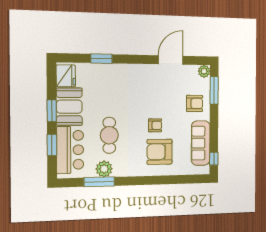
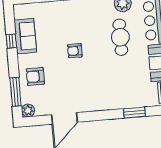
sofa: (201, 143) -> (25, 36), width x0.73
armchair: (160, 152) -> (68, 24), removed
window: (214, 159) -> (11, 41), moved

